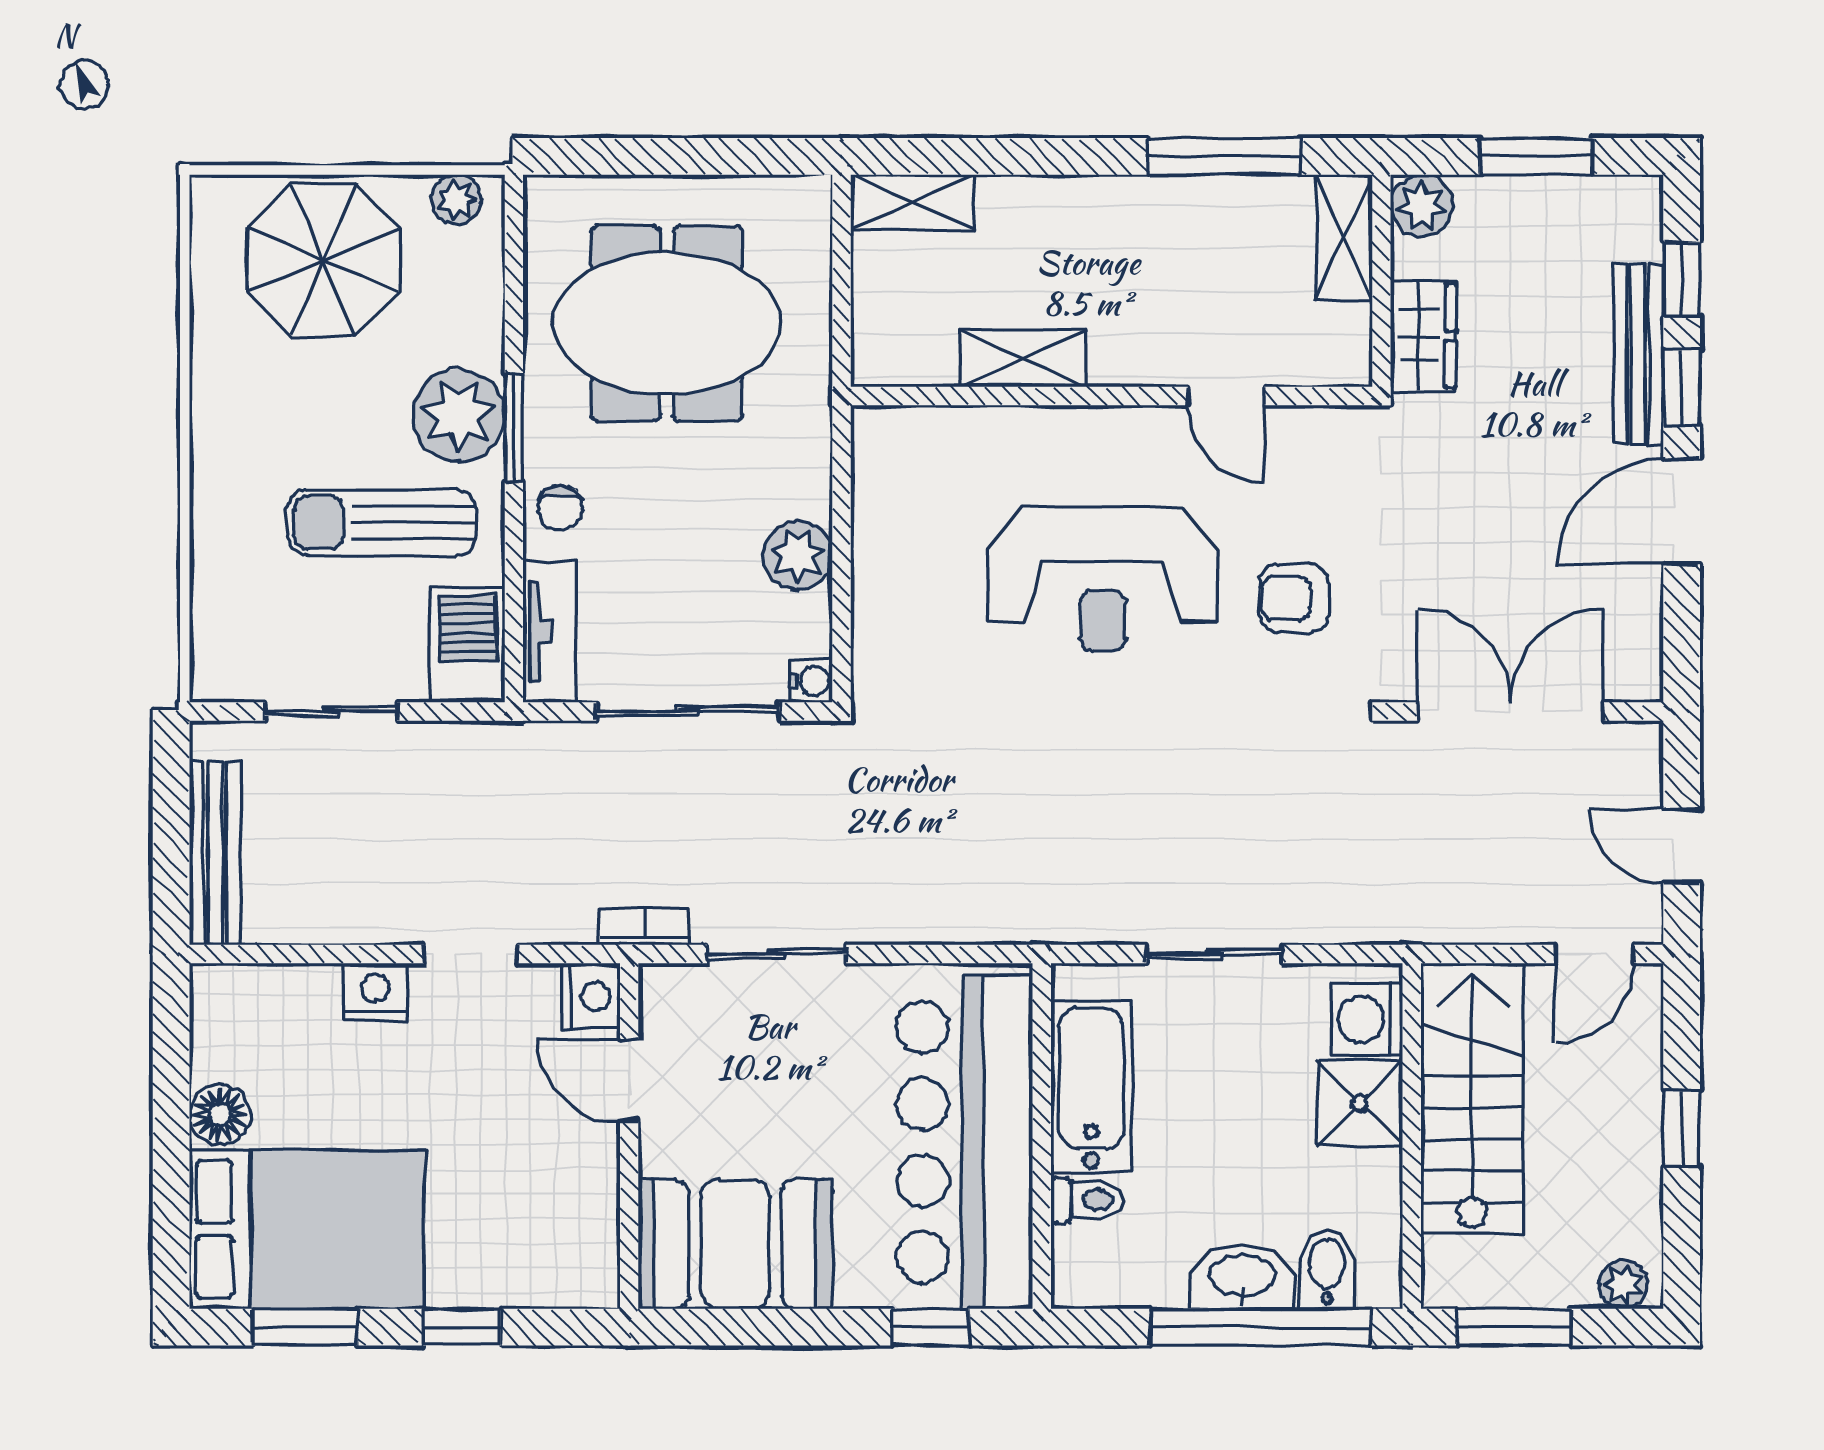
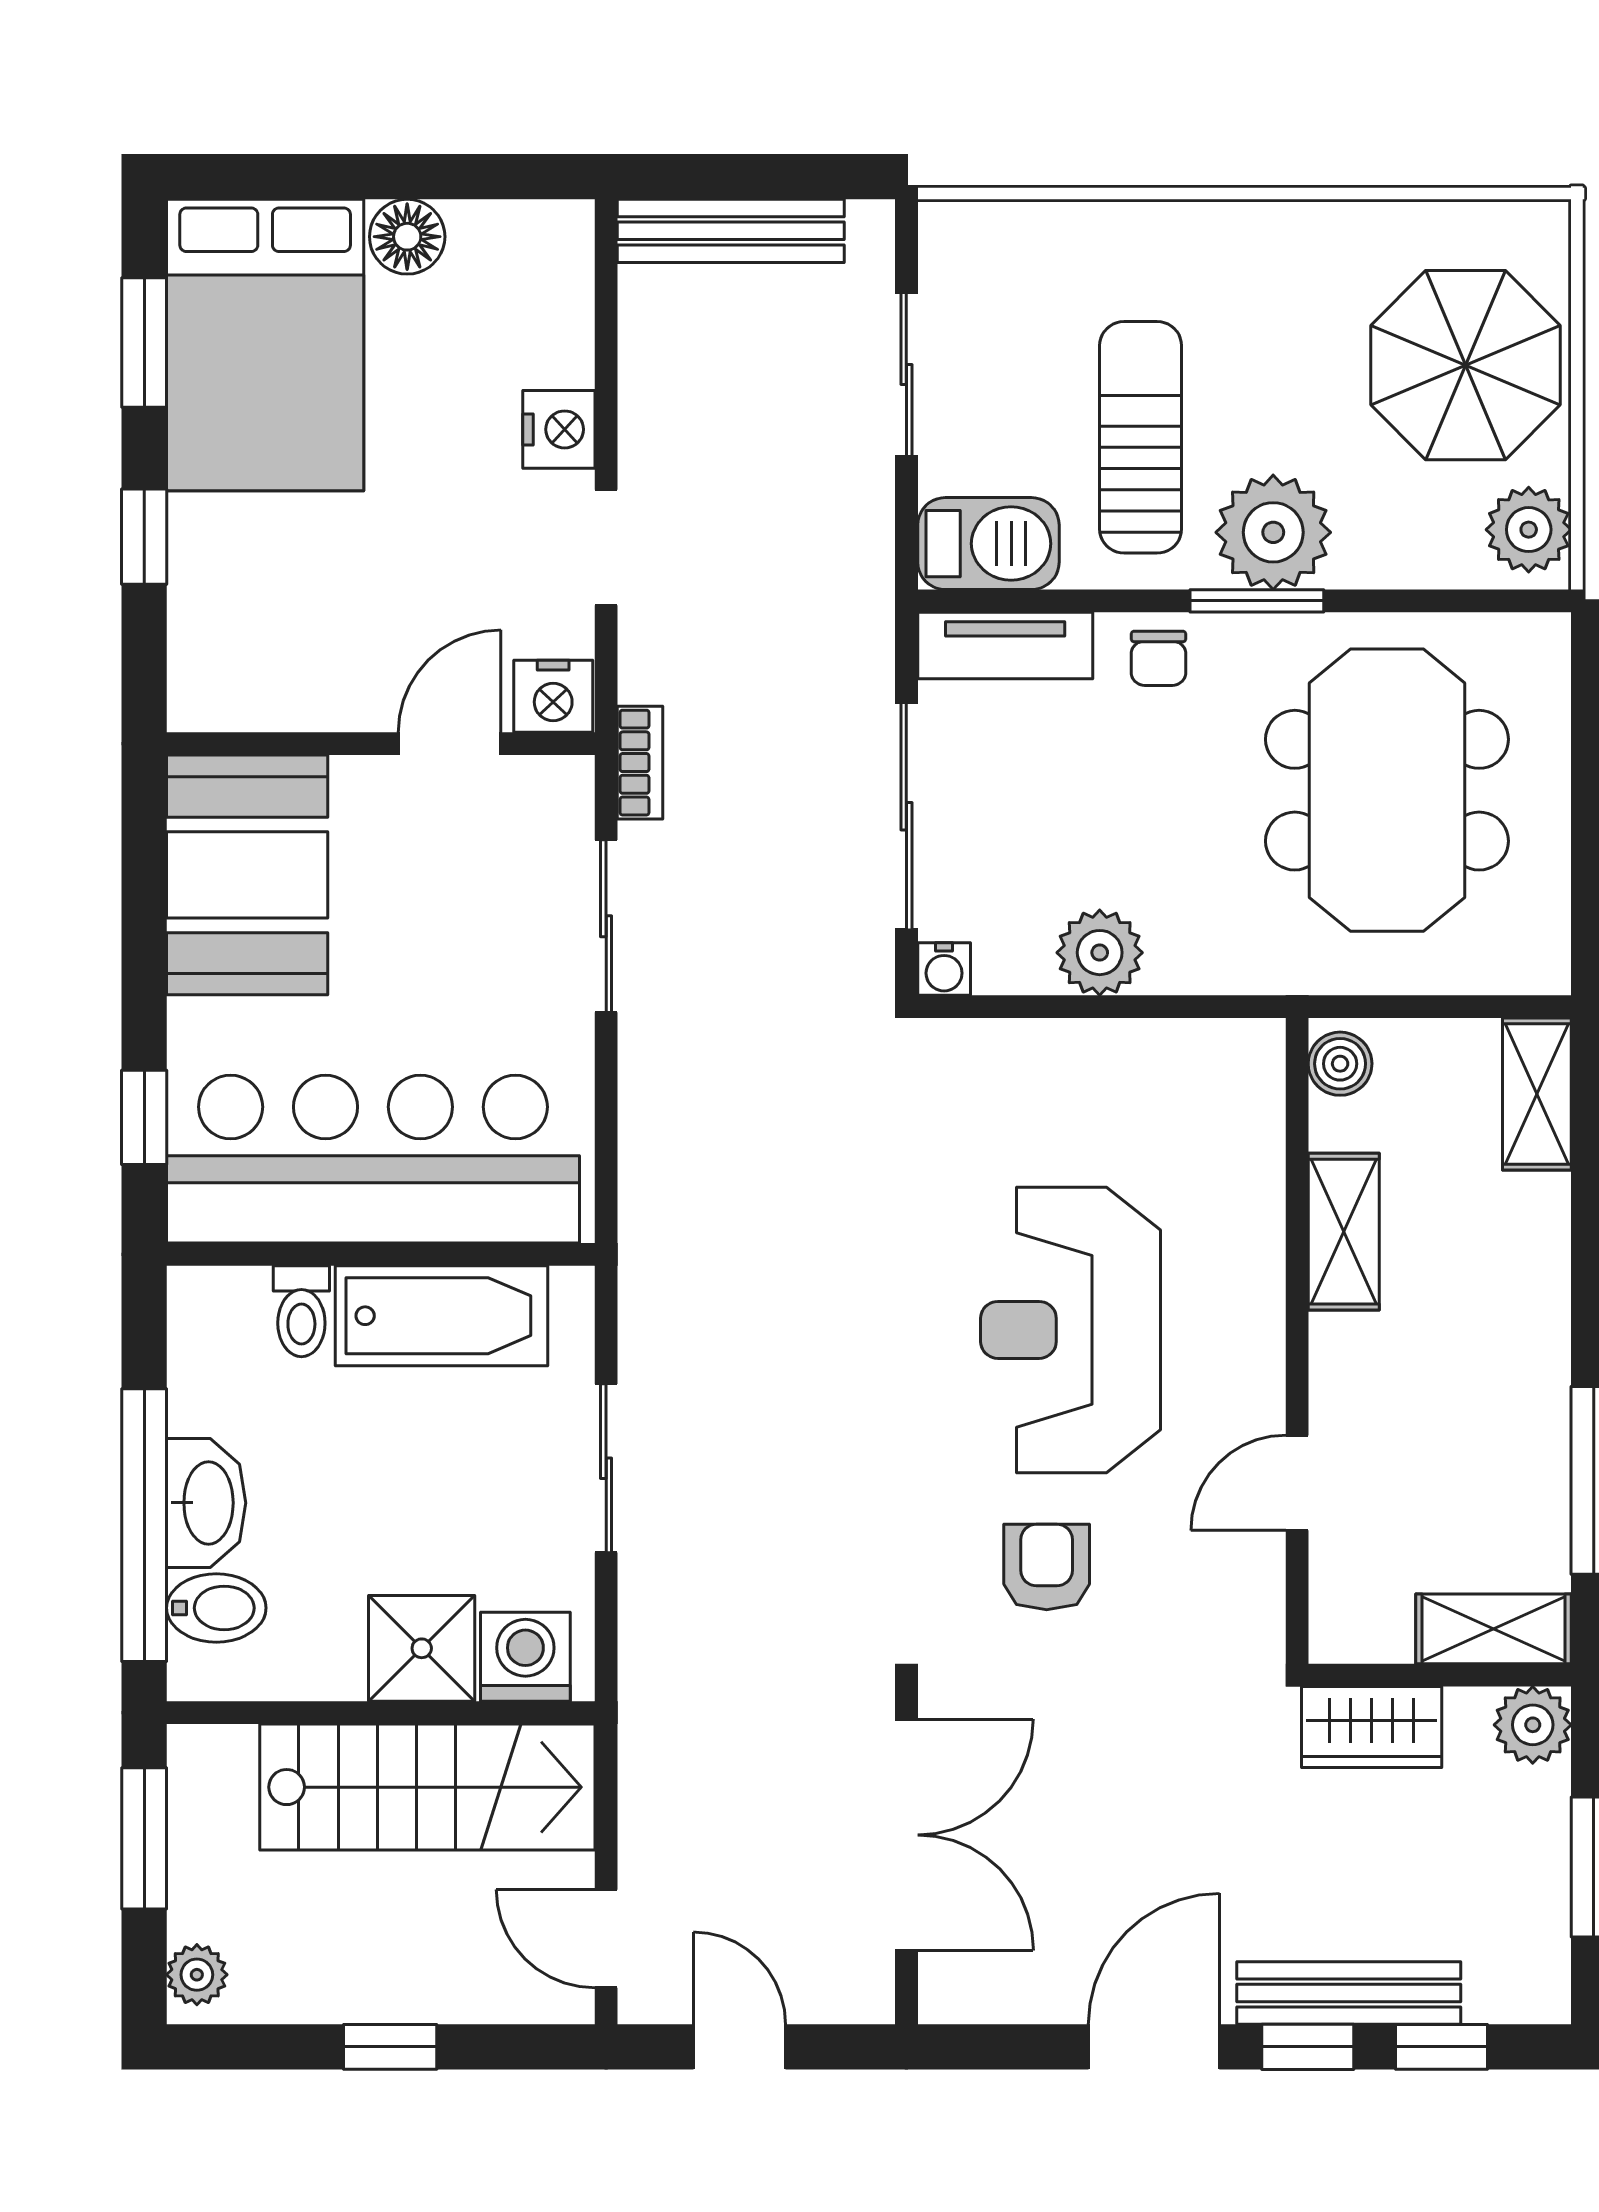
plant: (456, 200) -> (1529, 530), width x1.38, depth x1.38
boiler: (888, 361) -> (1340, 1064), added
chair: (560, 508) -> (1158, 658), turned -90
door: (1682, 512) -> (1154, 2047), hinge flipped
door: (1682, 846) -> (740, 2047), hinge flipped

